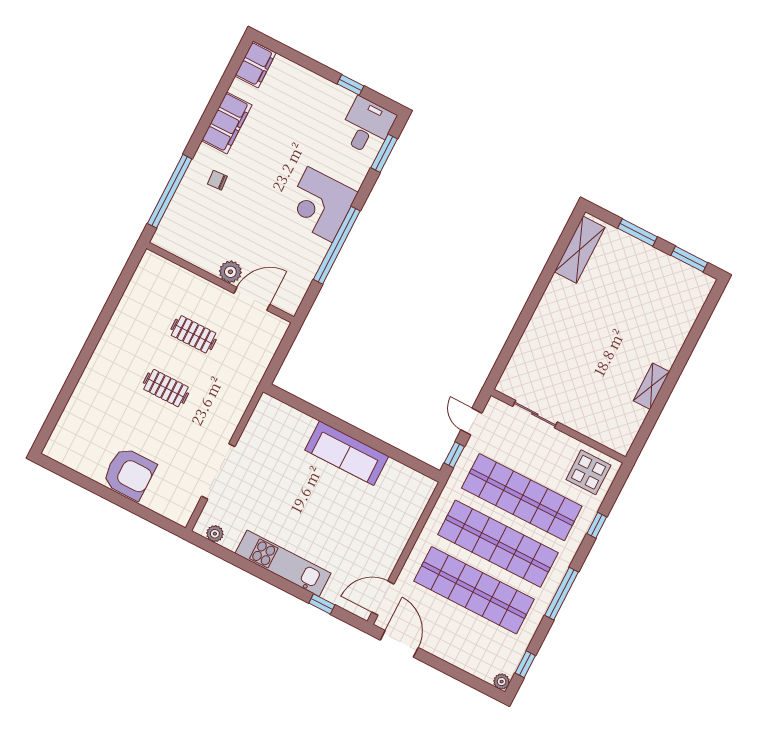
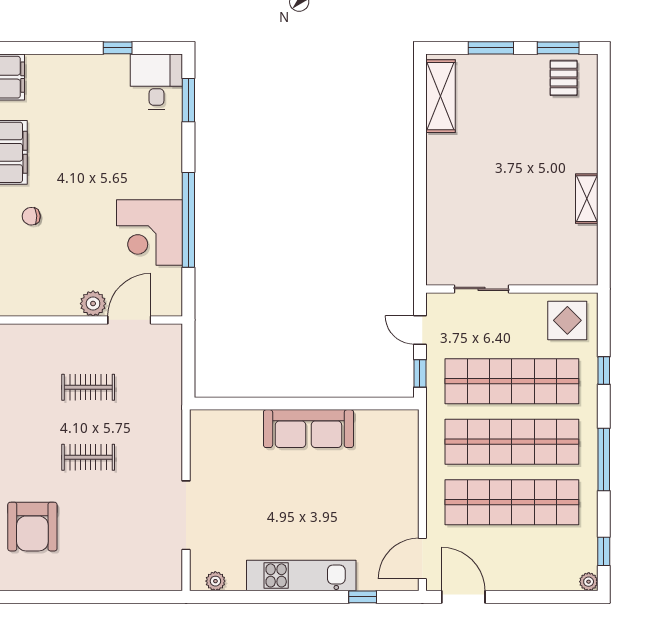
corner desk: (320, 205) -> (150, 233), moved
pallet: (681, 284) -> (564, 78), added
armchair: (129, 474) -> (32, 527), moved, turned 90

